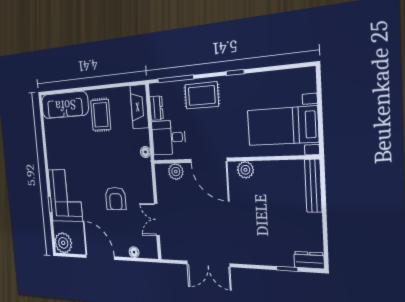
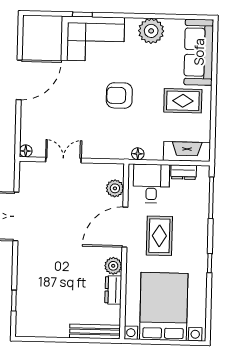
rug: (202, 95) -> (159, 236), moved
bed with nightstands: (282, 126) -> (164, 306), width x1.36
armchair: (116, 199) -> (119, 95), moved
plant: (63, 243) -> (151, 31), moved
floor lamp: (134, 252) -> (26, 151), moved
dresser: (309, 260) -> (113, 290), moved, turned 180

